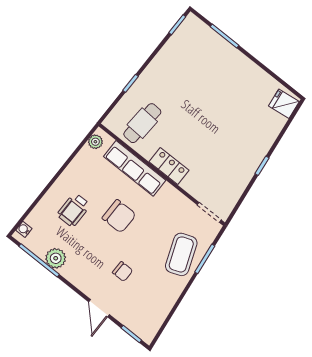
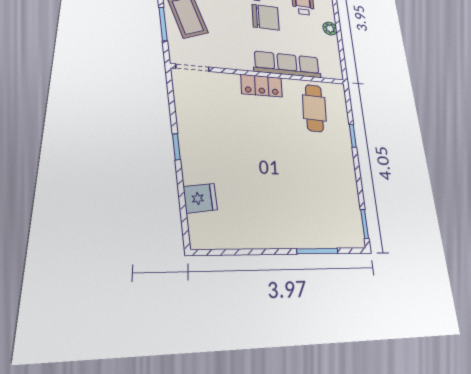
fridge: (284, 104) -> (200, 198), moved
plant: (95, 142) -> (330, 29), moved
chair: (119, 216) -> (266, 17), turned 180

